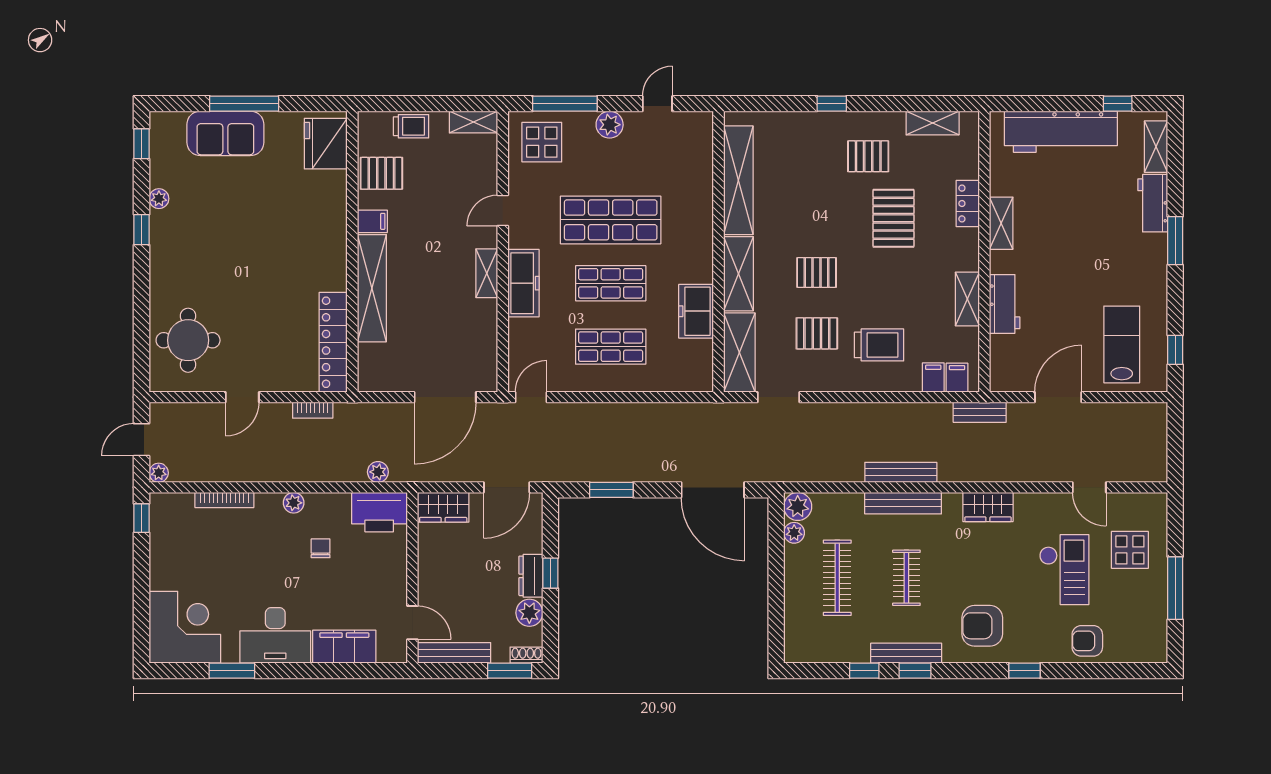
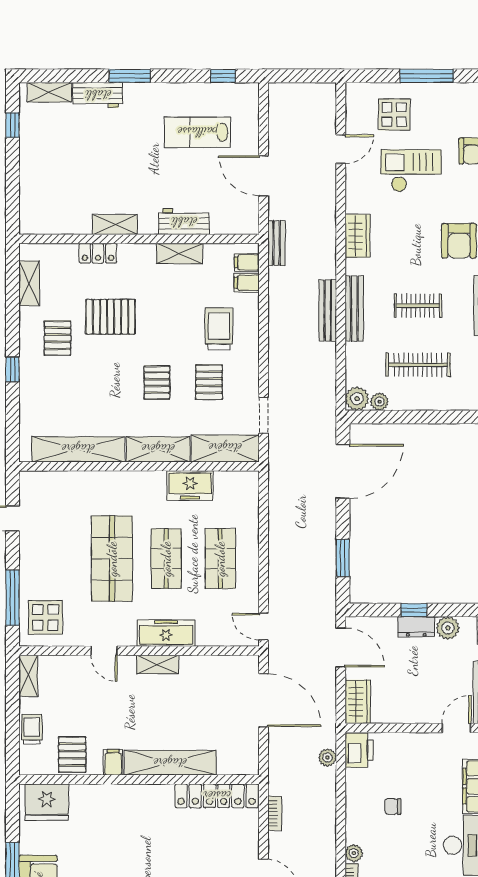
plant: (610, 125) -> (31, 559), removed
workbench: (1061, 132) -> (37, 174), removed
lab bench: (1122, 344) -> (197, 132), moved
plant: (294, 503) -> (354, 853), moved
printer: (379, 512) -> (359, 750), width x0.73, depth x0.84

